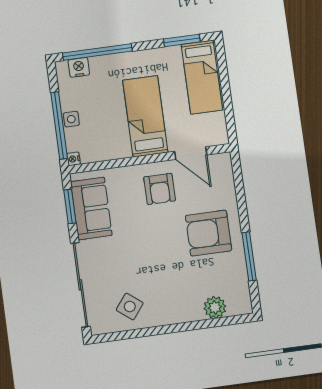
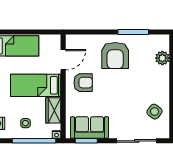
side table: (71, 119) -> (25, 123), moved
wardrobe: (110, 149) -> (53, 110), added
sliding door: (80, 285) -> (137, 141), width x0.73

